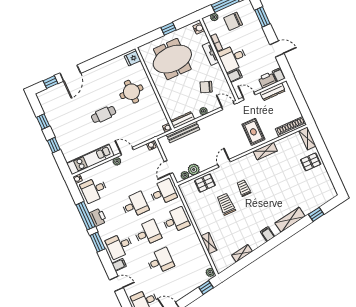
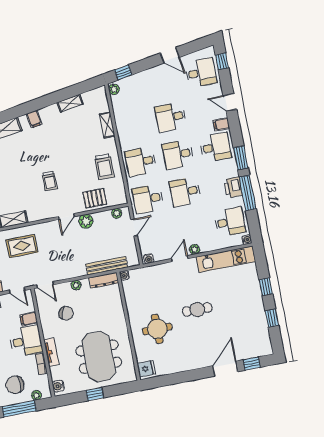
chair: (233, 21) -> (15, 385), turned 180
meeting table: (172, 59) -> (99, 357), turned 90
rug: (253, 132) -> (22, 246), turned 90
door: (127, 151) -> (180, 259), swing flipped
plant: (194, 170) -> (86, 221), moved
trolley: (226, 204) -> (104, 167), moved

